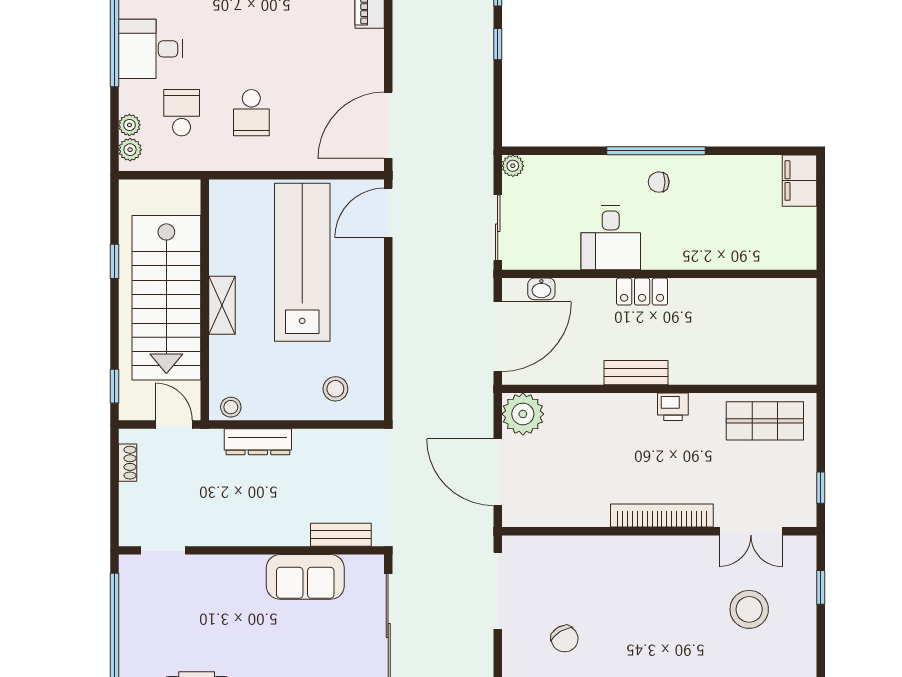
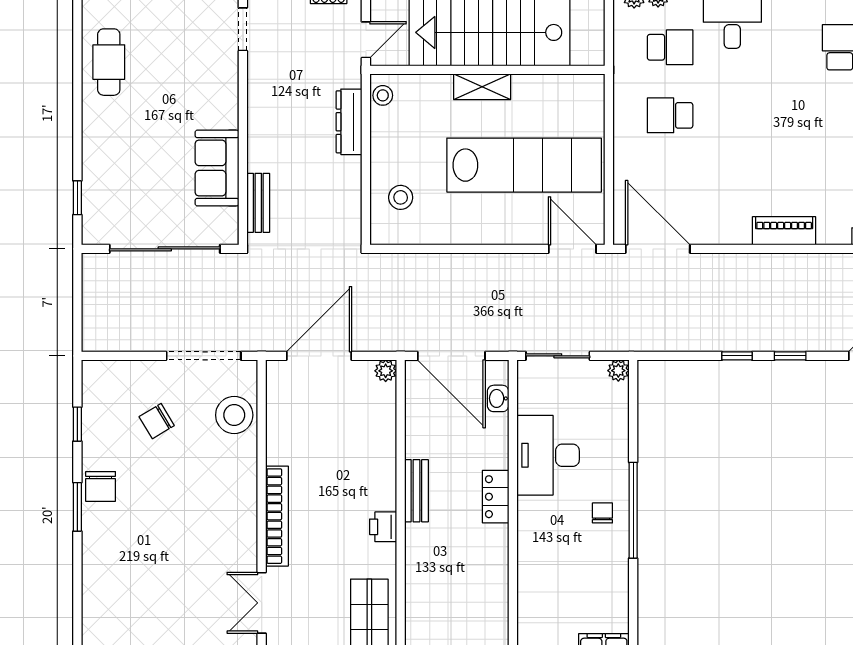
desk: (611, 238) -> (548, 455), width x1.37
plant: (523, 414) -> (386, 371), width x0.53, depth x0.53
stool: (749, 609) -> (234, 415), moved

